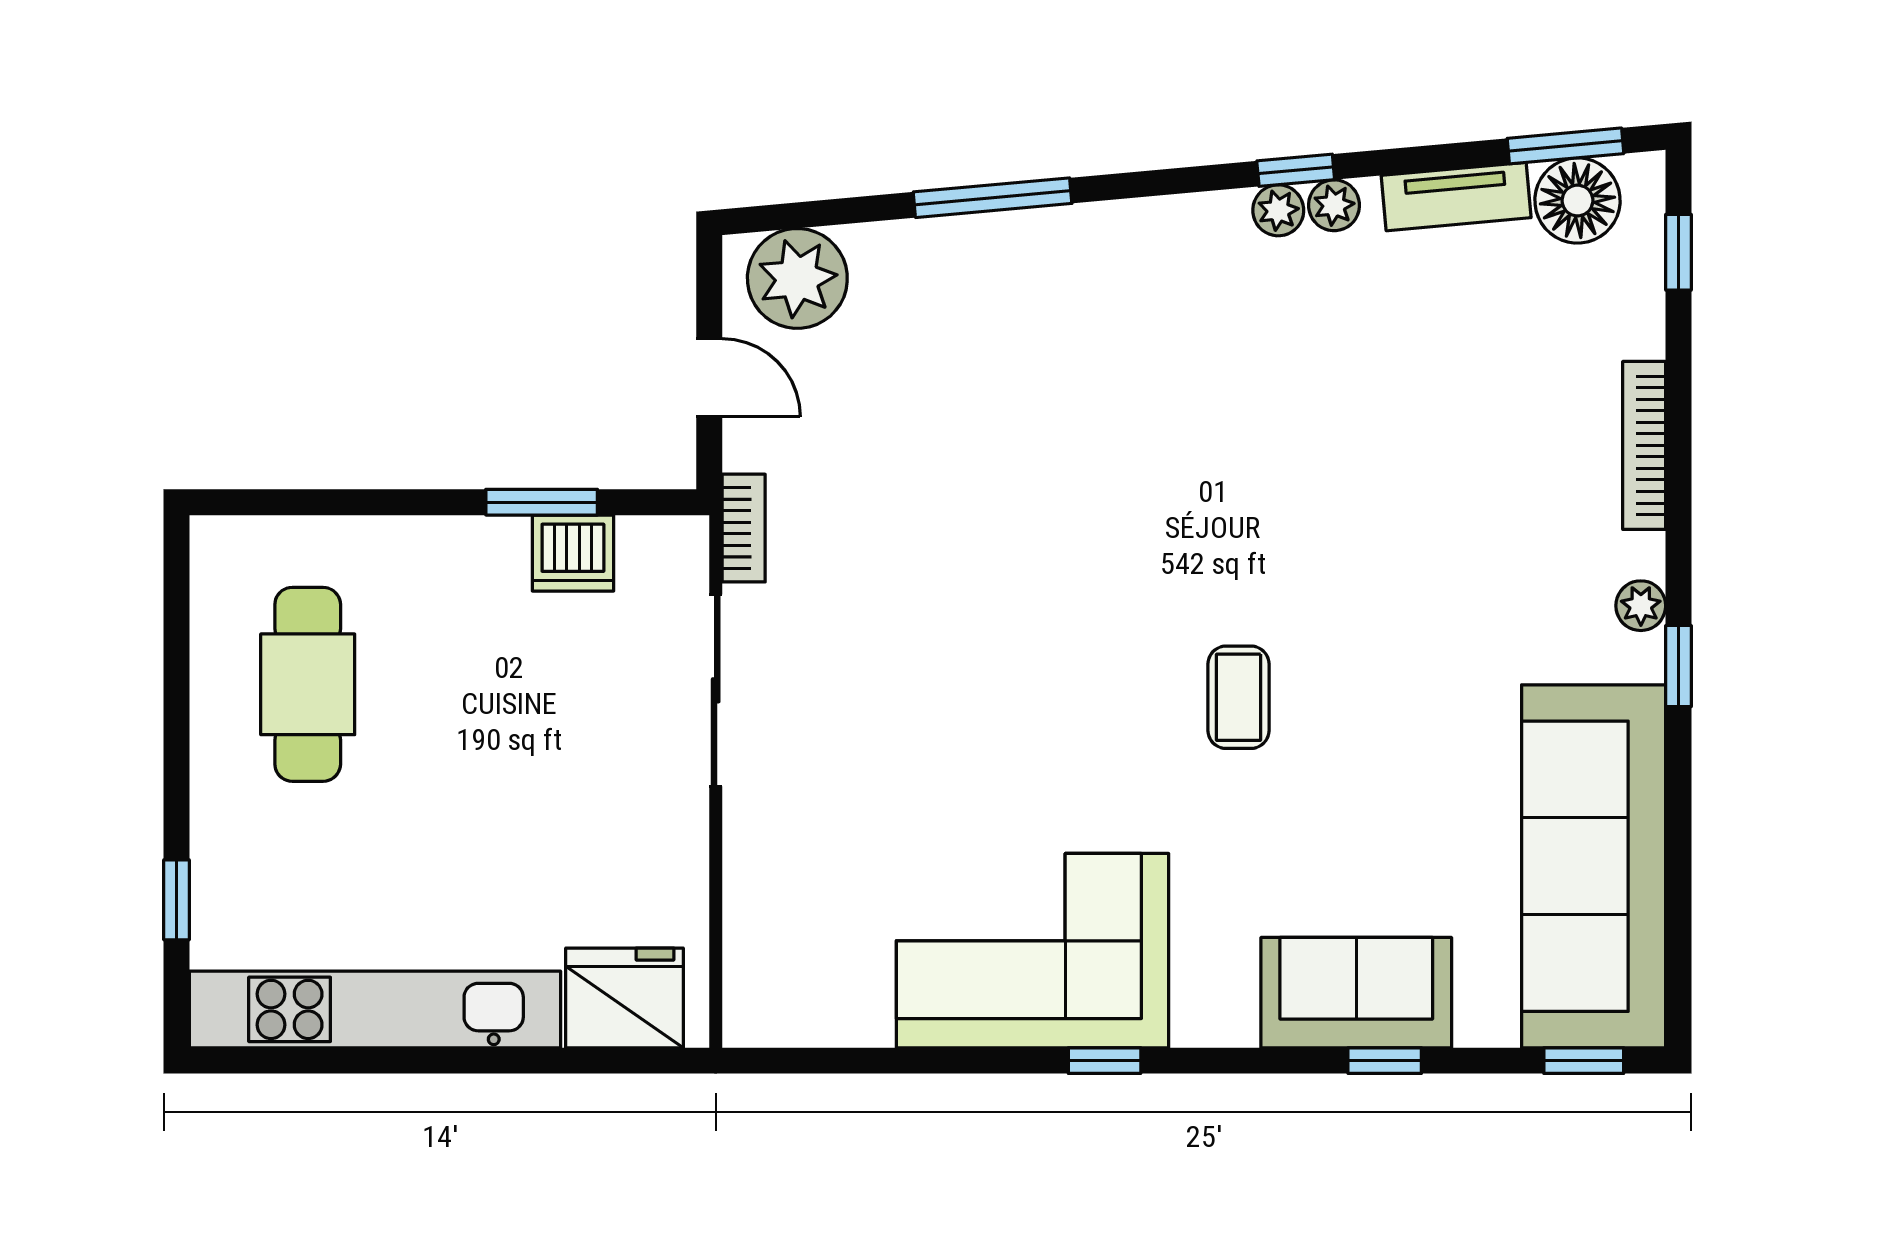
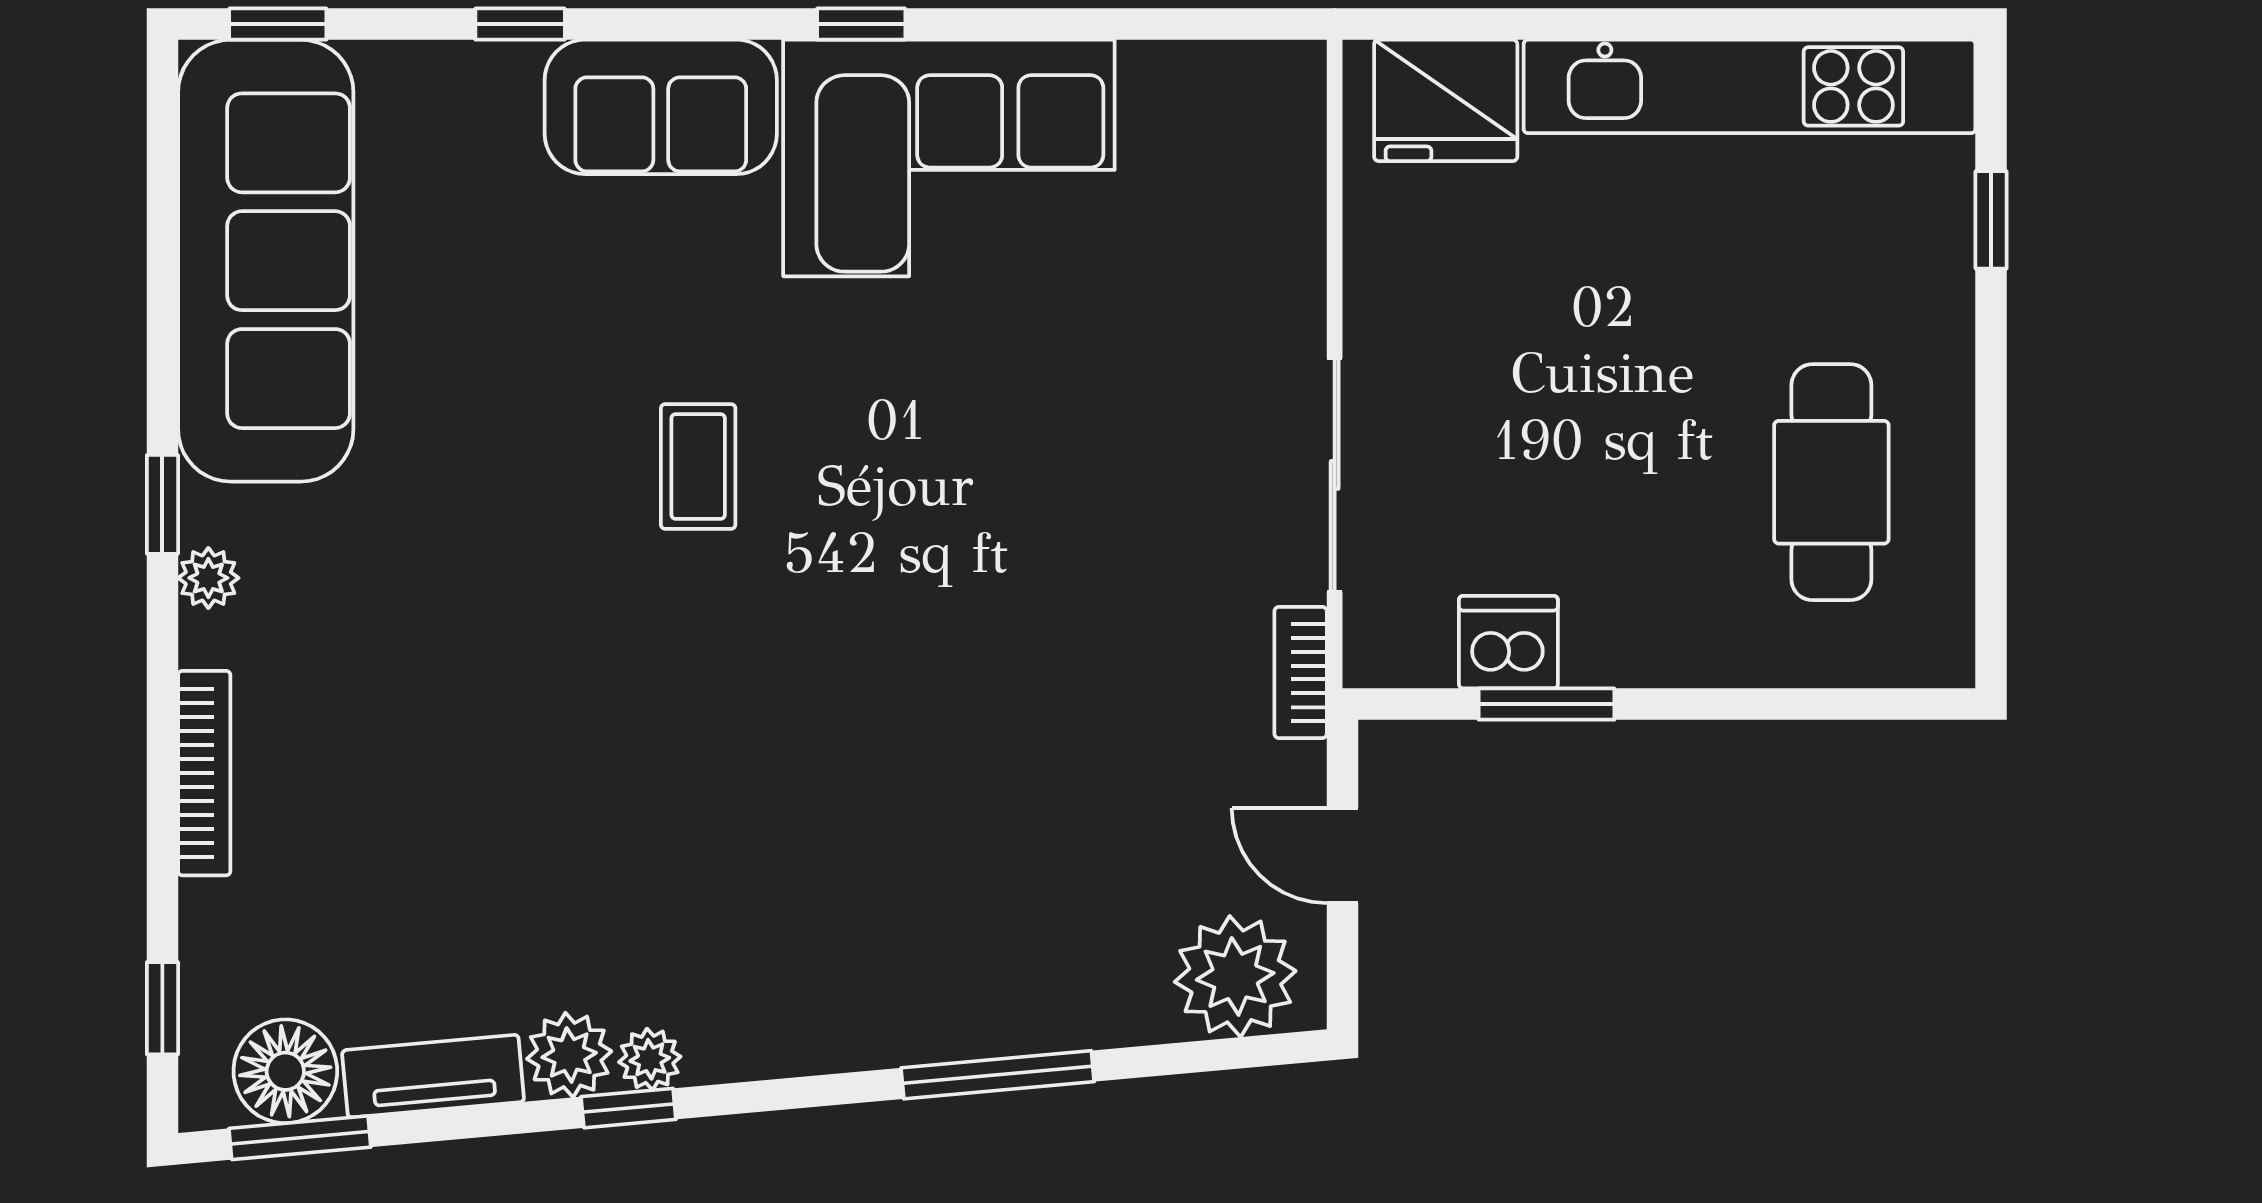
plant: (1334, 205) -> (569, 1055), width x1.38, depth x1.38
sofa: (1356, 993) -> (661, 107), moved

